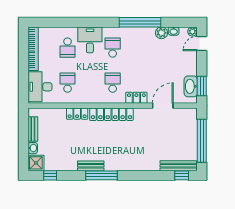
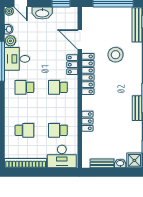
desk: (90, 40) -> (17, 59), moved
washbasin: (191, 86) -> (42, 13), moved
locker: (111, 114) -> (88, 74), moved
stool: (147, 143) -> (116, 55), added

